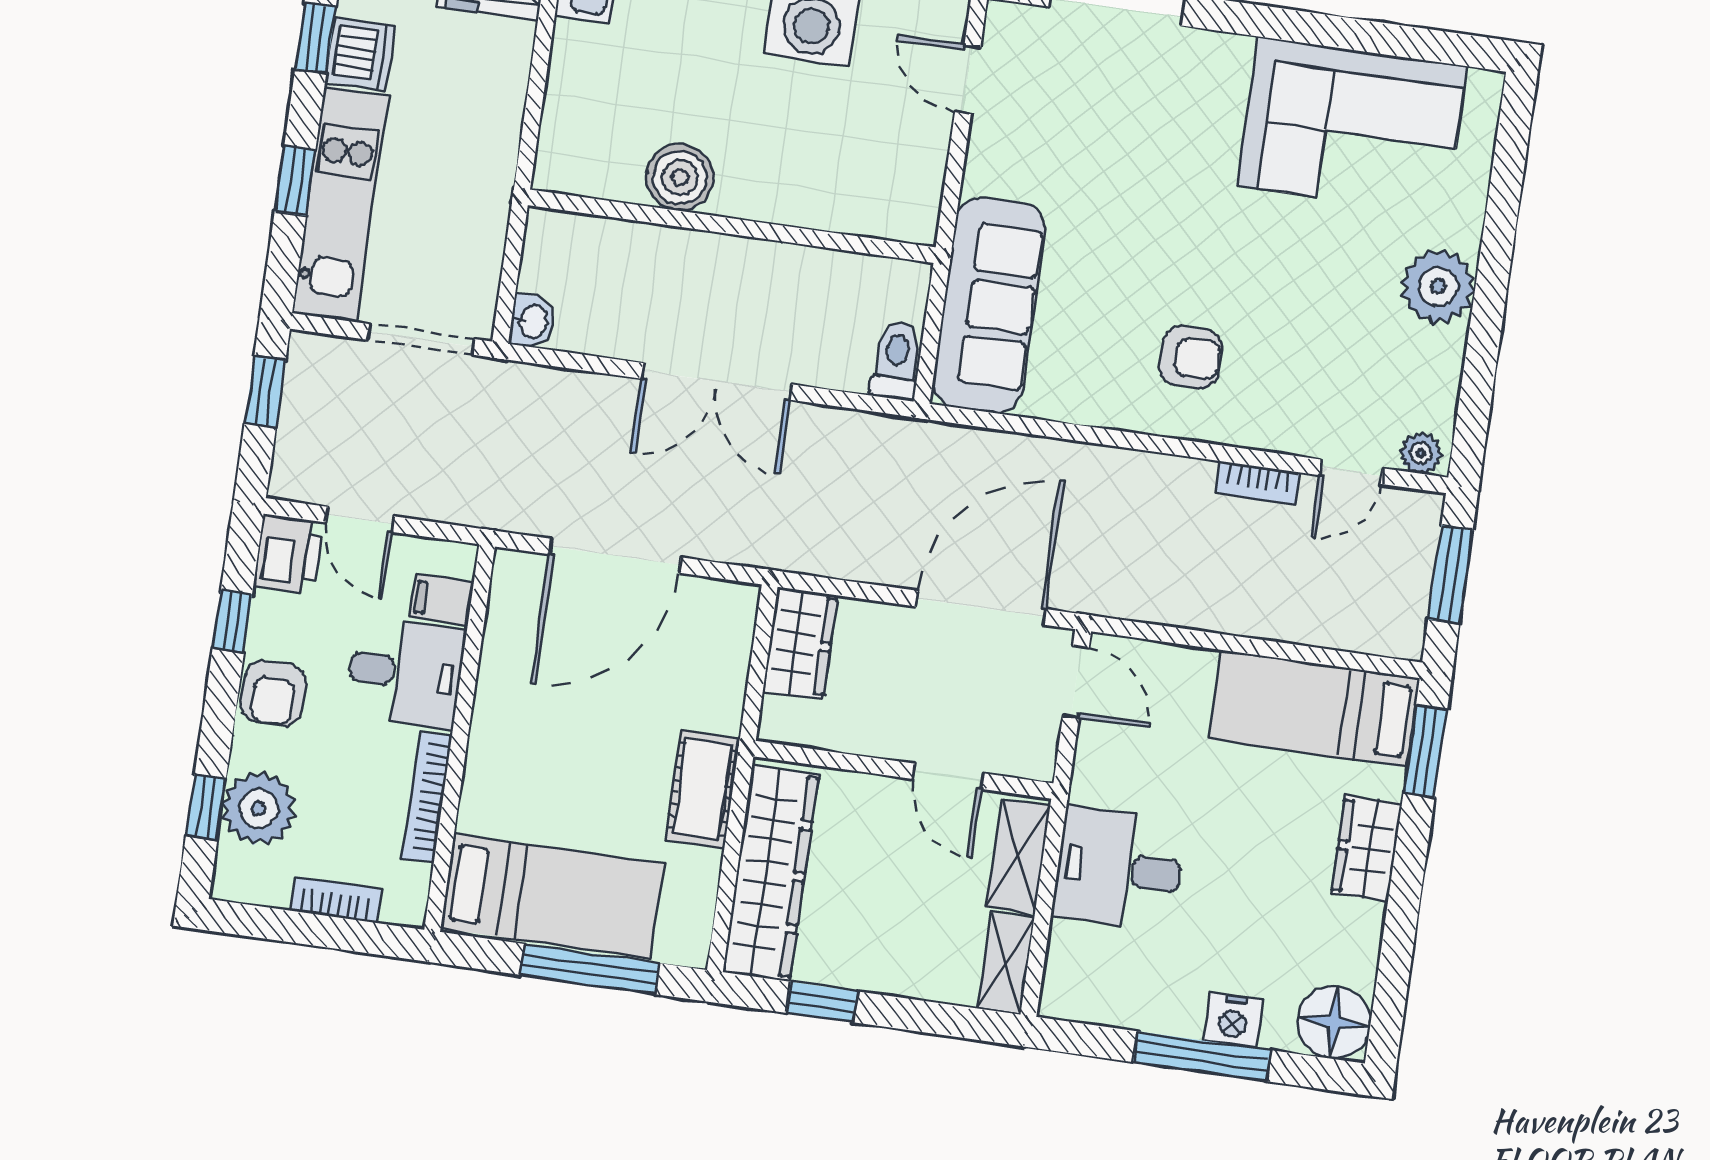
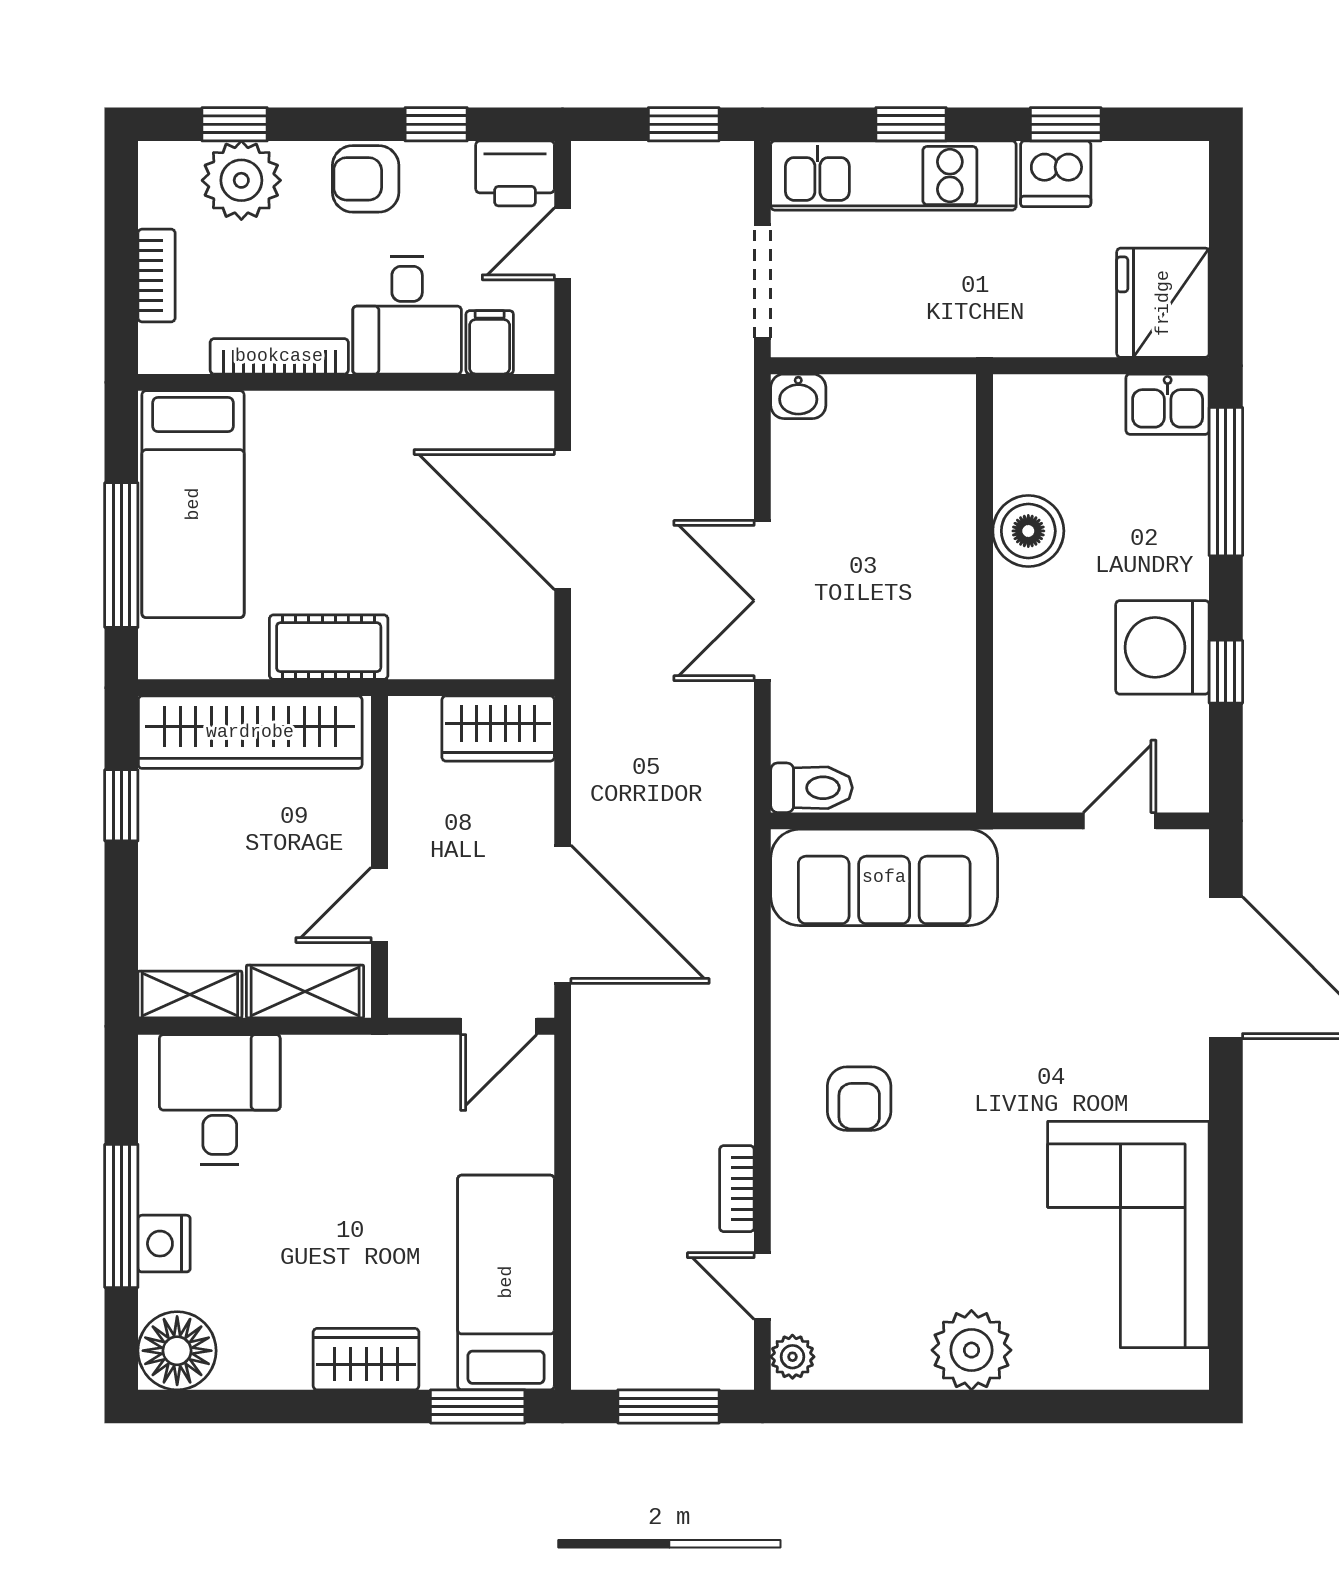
boiler: (680, 177) -> (1028, 531), moved
wall: (732, 226) -> (984, 593), moved
desk: (1119, 869) -> (220, 1100), moved

